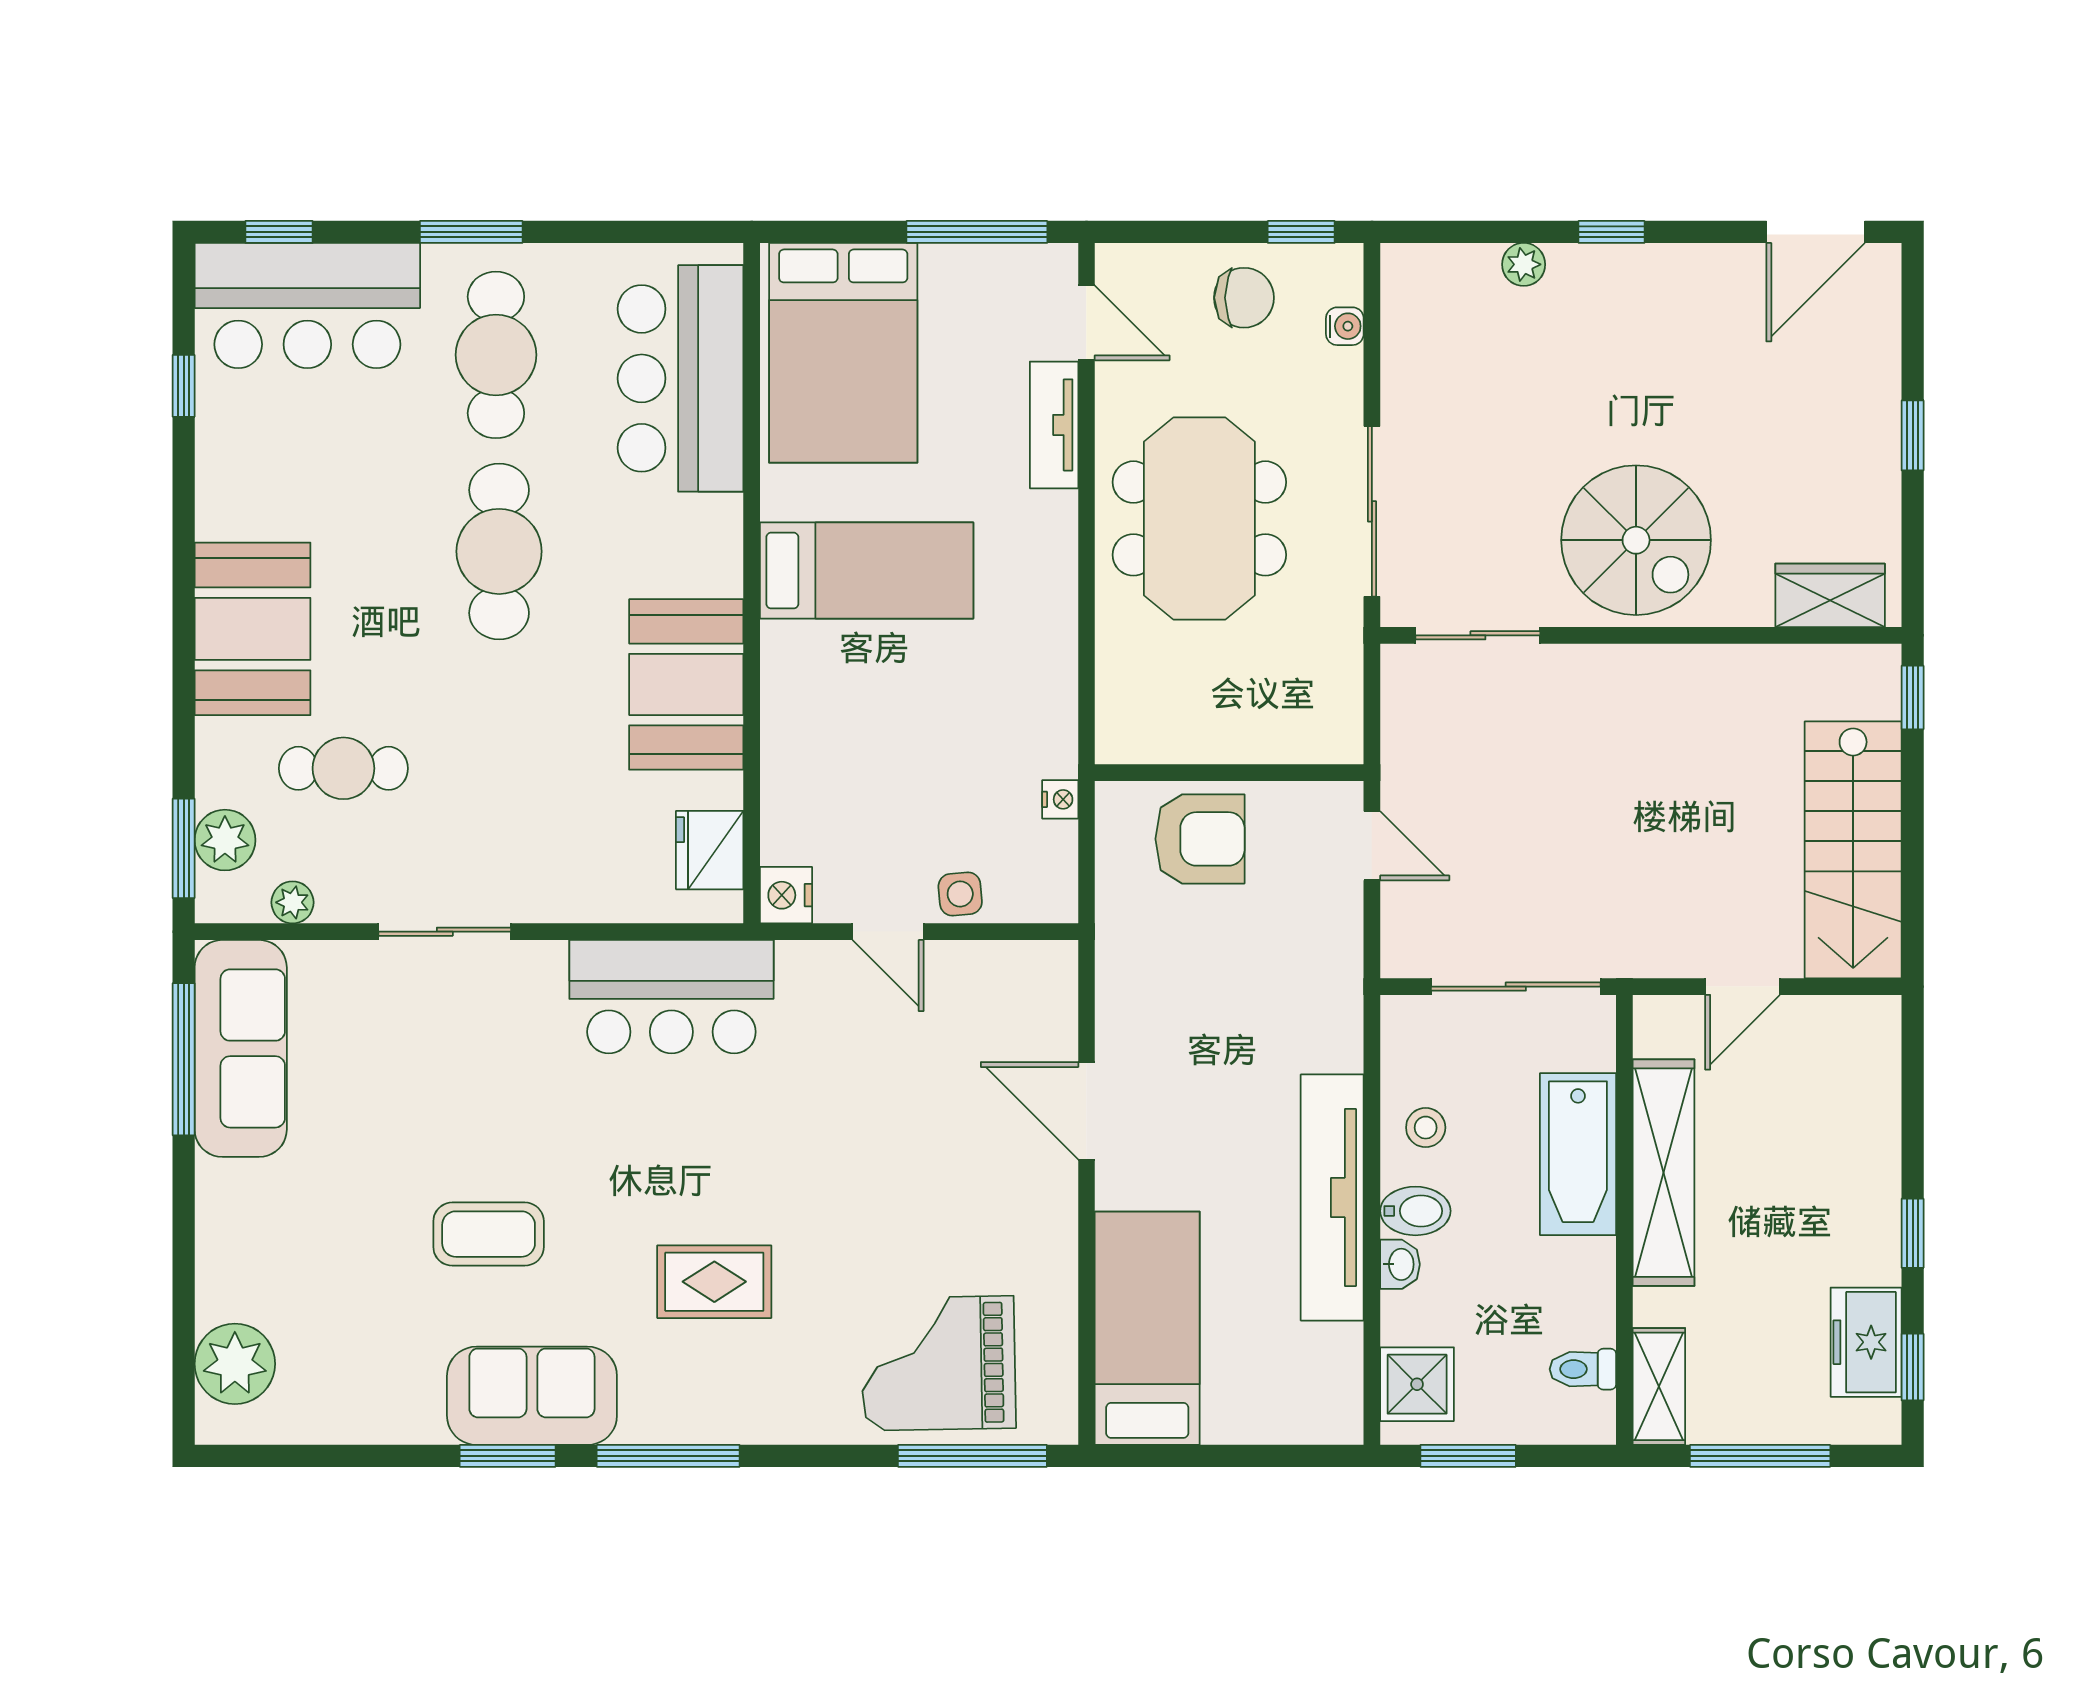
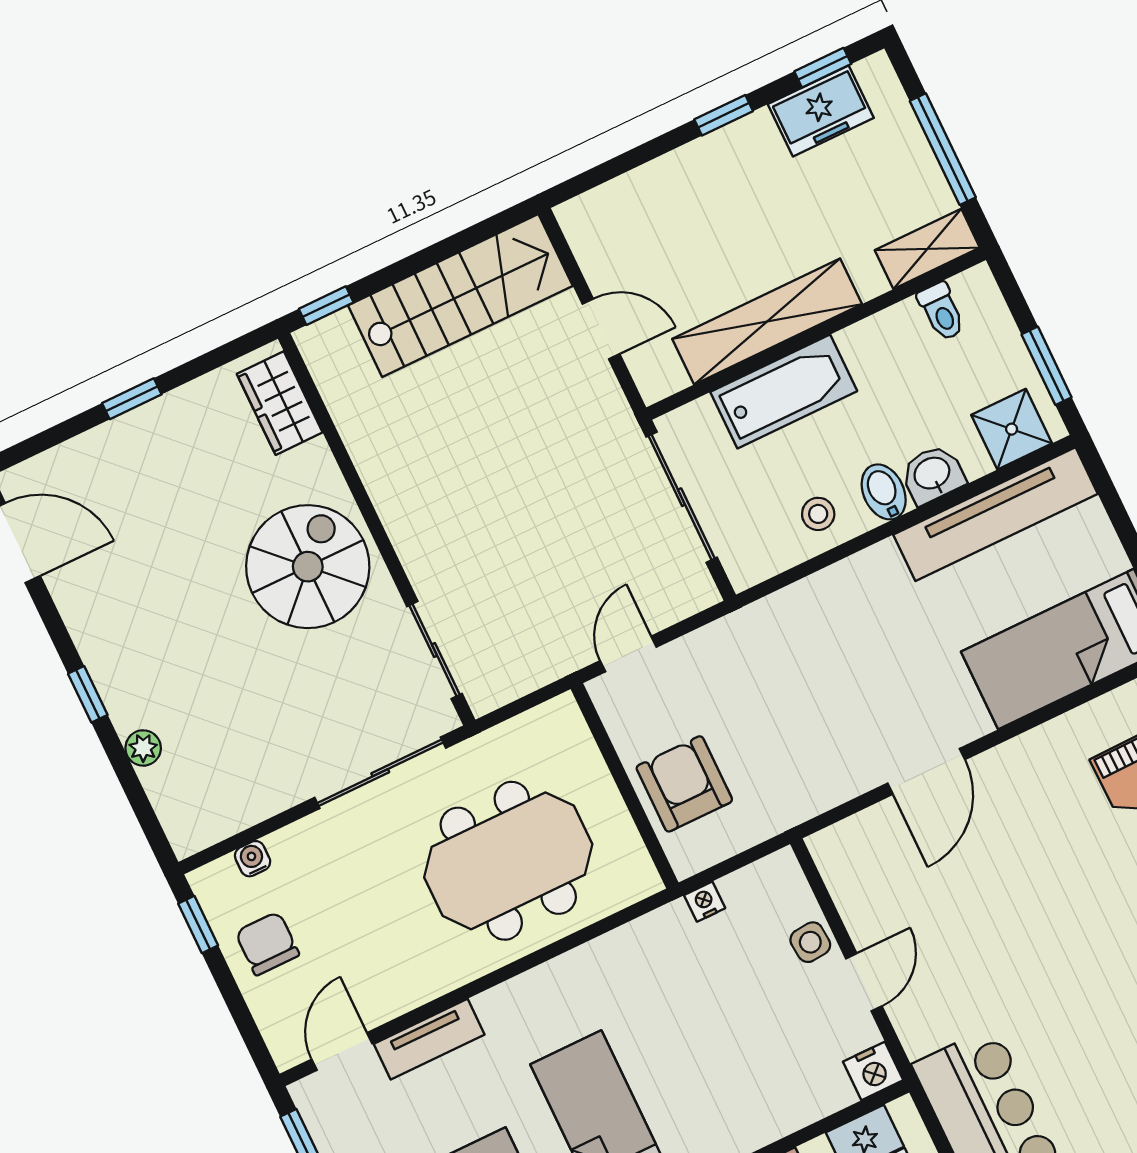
meeting table: (1199, 518) -> (508, 861), moved
tv unit: (1332, 1198) -> (996, 514), moved
washbasin: (1400, 1264) -> (933, 474), width x1.38, depth x1.45

